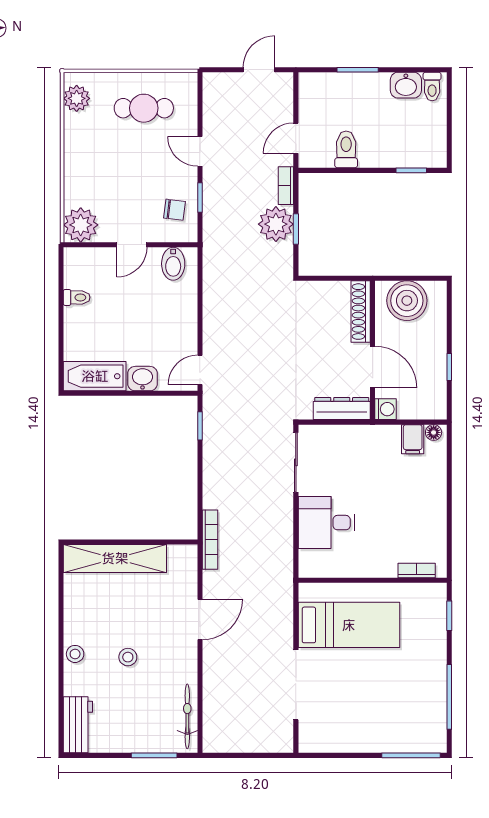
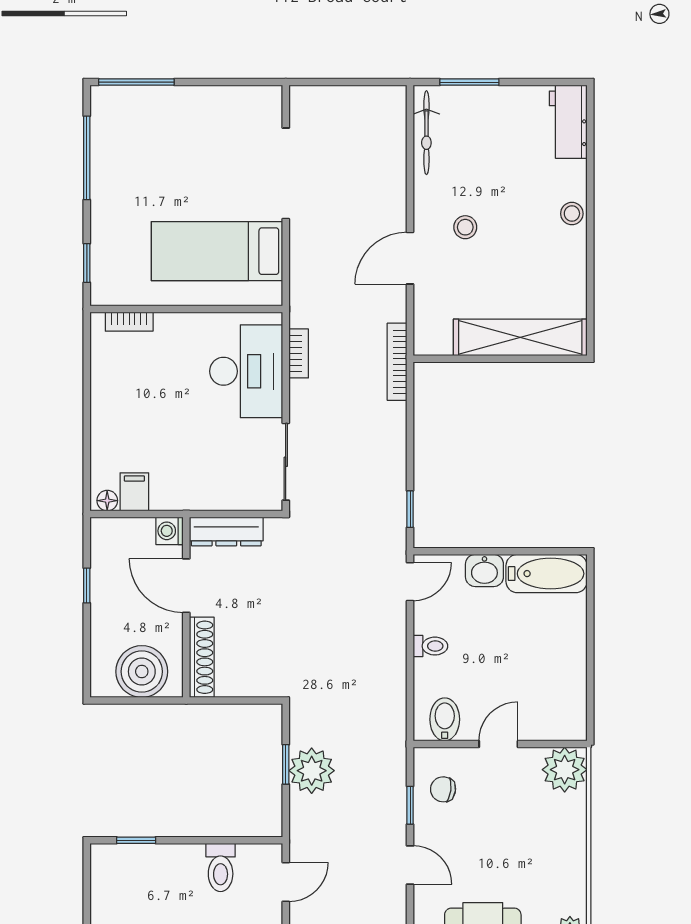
bookcase: (286, 186) -> (299, 353), moved
toilet: (77, 297) -> (430, 646), moved, turned 180
desk: (326, 523) -> (246, 371), width x1.37
stool: (128, 657) -> (465, 227), moved

